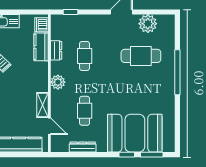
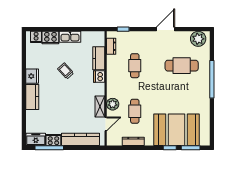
plant: (148, 24) -> (198, 39), moved
dishwasher: (42, 25) -> (99, 76), moved
dresser: (56, 50) -> (111, 46), moved
plant: (58, 82) -> (113, 104), moved
door: (49, 126) -> (106, 124), hinge flipped

